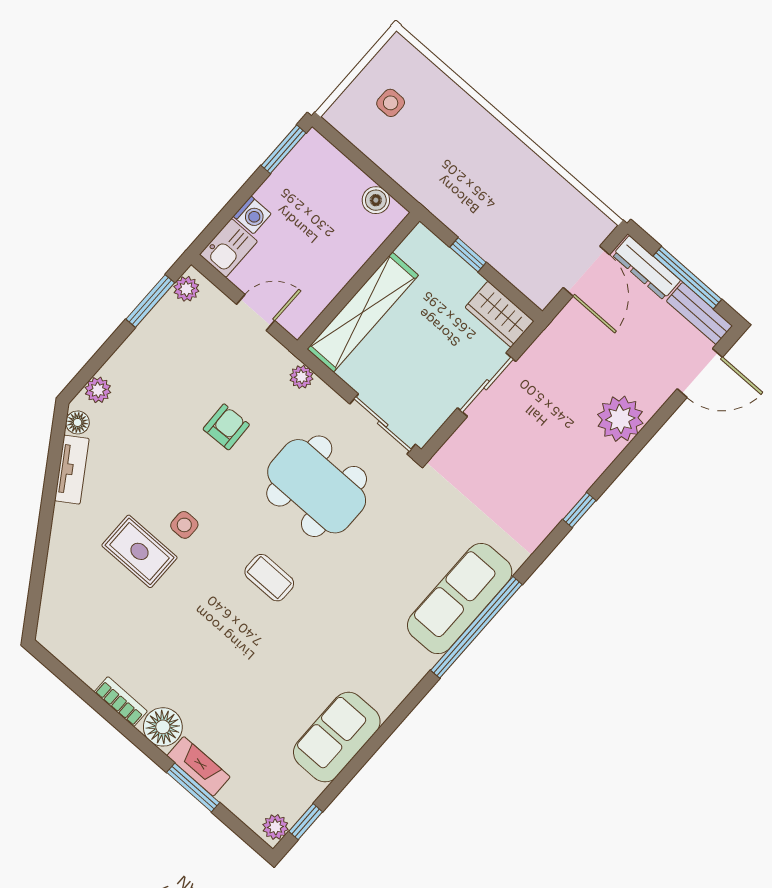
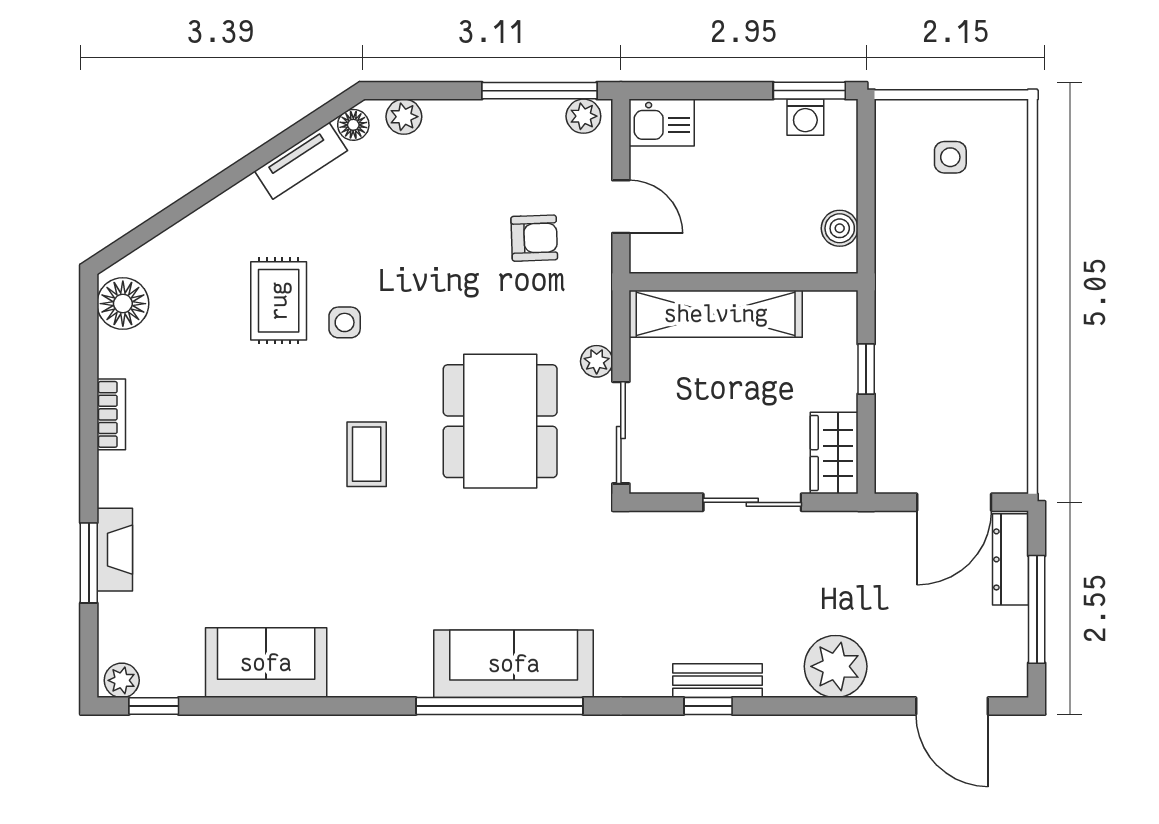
washing machine: (252, 215) -> (805, 117), moved
window: (150, 301) -> (539, 91), width x1.44
bench: (699, 313) -> (717, 681), moved, turned 90
plant: (301, 377) -> (597, 361), moved
armchair: (226, 427) -> (534, 238), moved
floor lamp: (163, 727) -> (123, 304), moved

